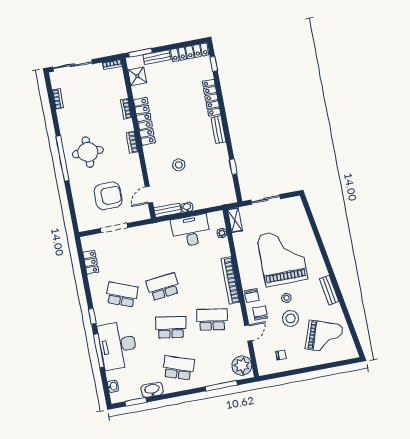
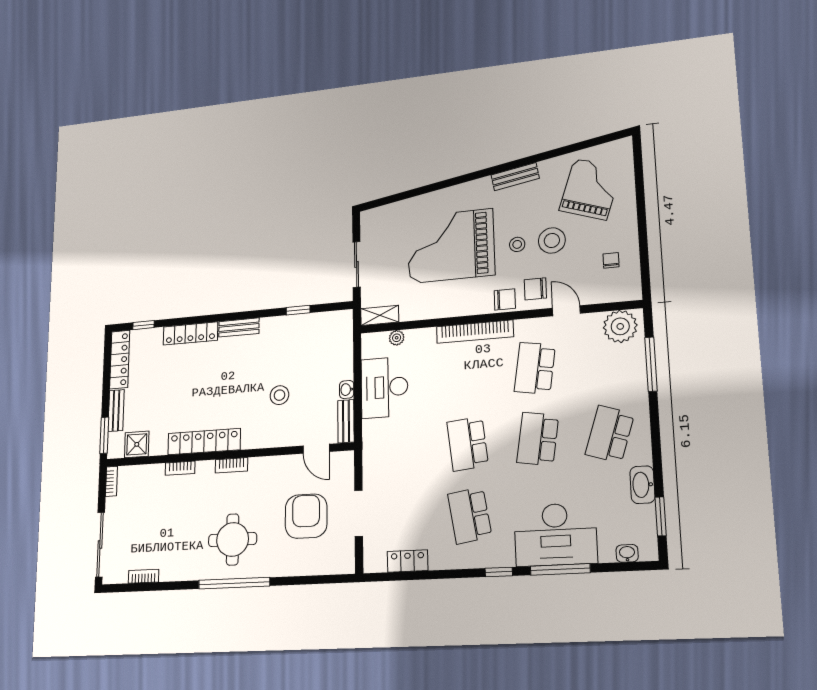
school desk: (122, 295) -> (470, 515), turned -30

